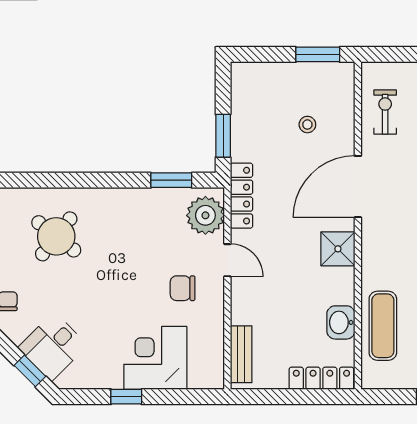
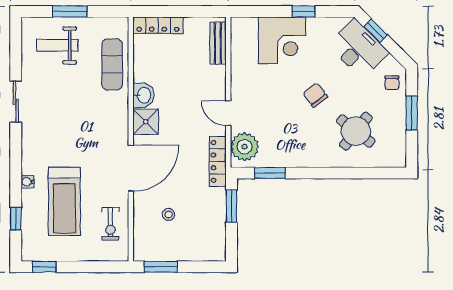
chair: (183, 288) -> (315, 95), moved, turned -127
washbasin: (341, 322) -> (143, 95), moved
desk: (53, 347) -> (358, 49), width x1.37

